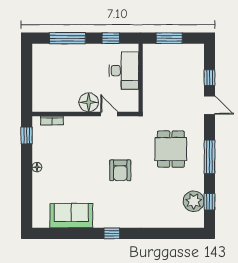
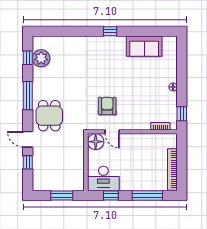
bookcase: (38, 69) -> (172, 170), added
desk: (124, 71) -> (103, 178), moved, turned -90
floor lamp: (89, 102) -> (96, 142), moved
dining table: (171, 149) -> (49, 116), moved
armchair: (120, 170) -> (107, 106), moved

